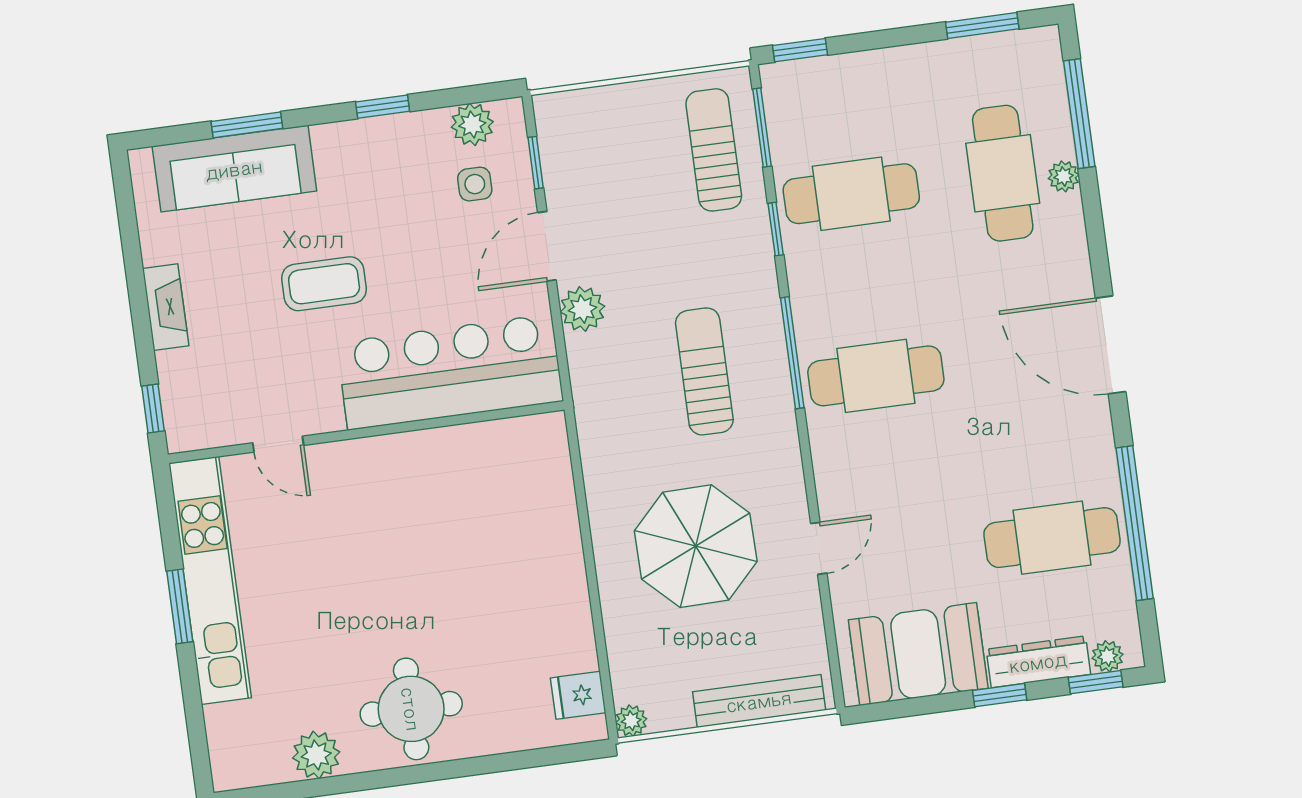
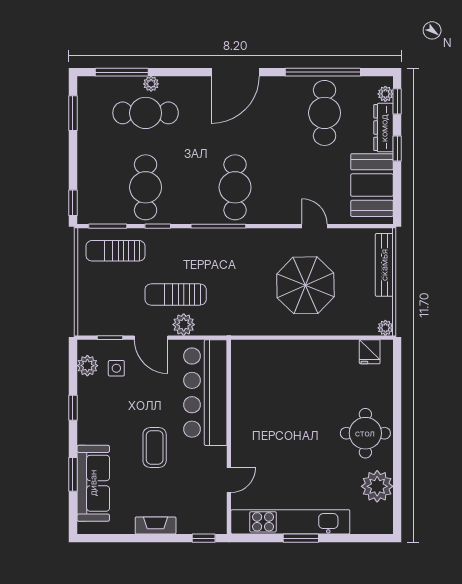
sun lounger: (704, 371) -> (176, 294), moved
plant: (316, 755) -> (377, 486), width x1.36, depth x1.36

